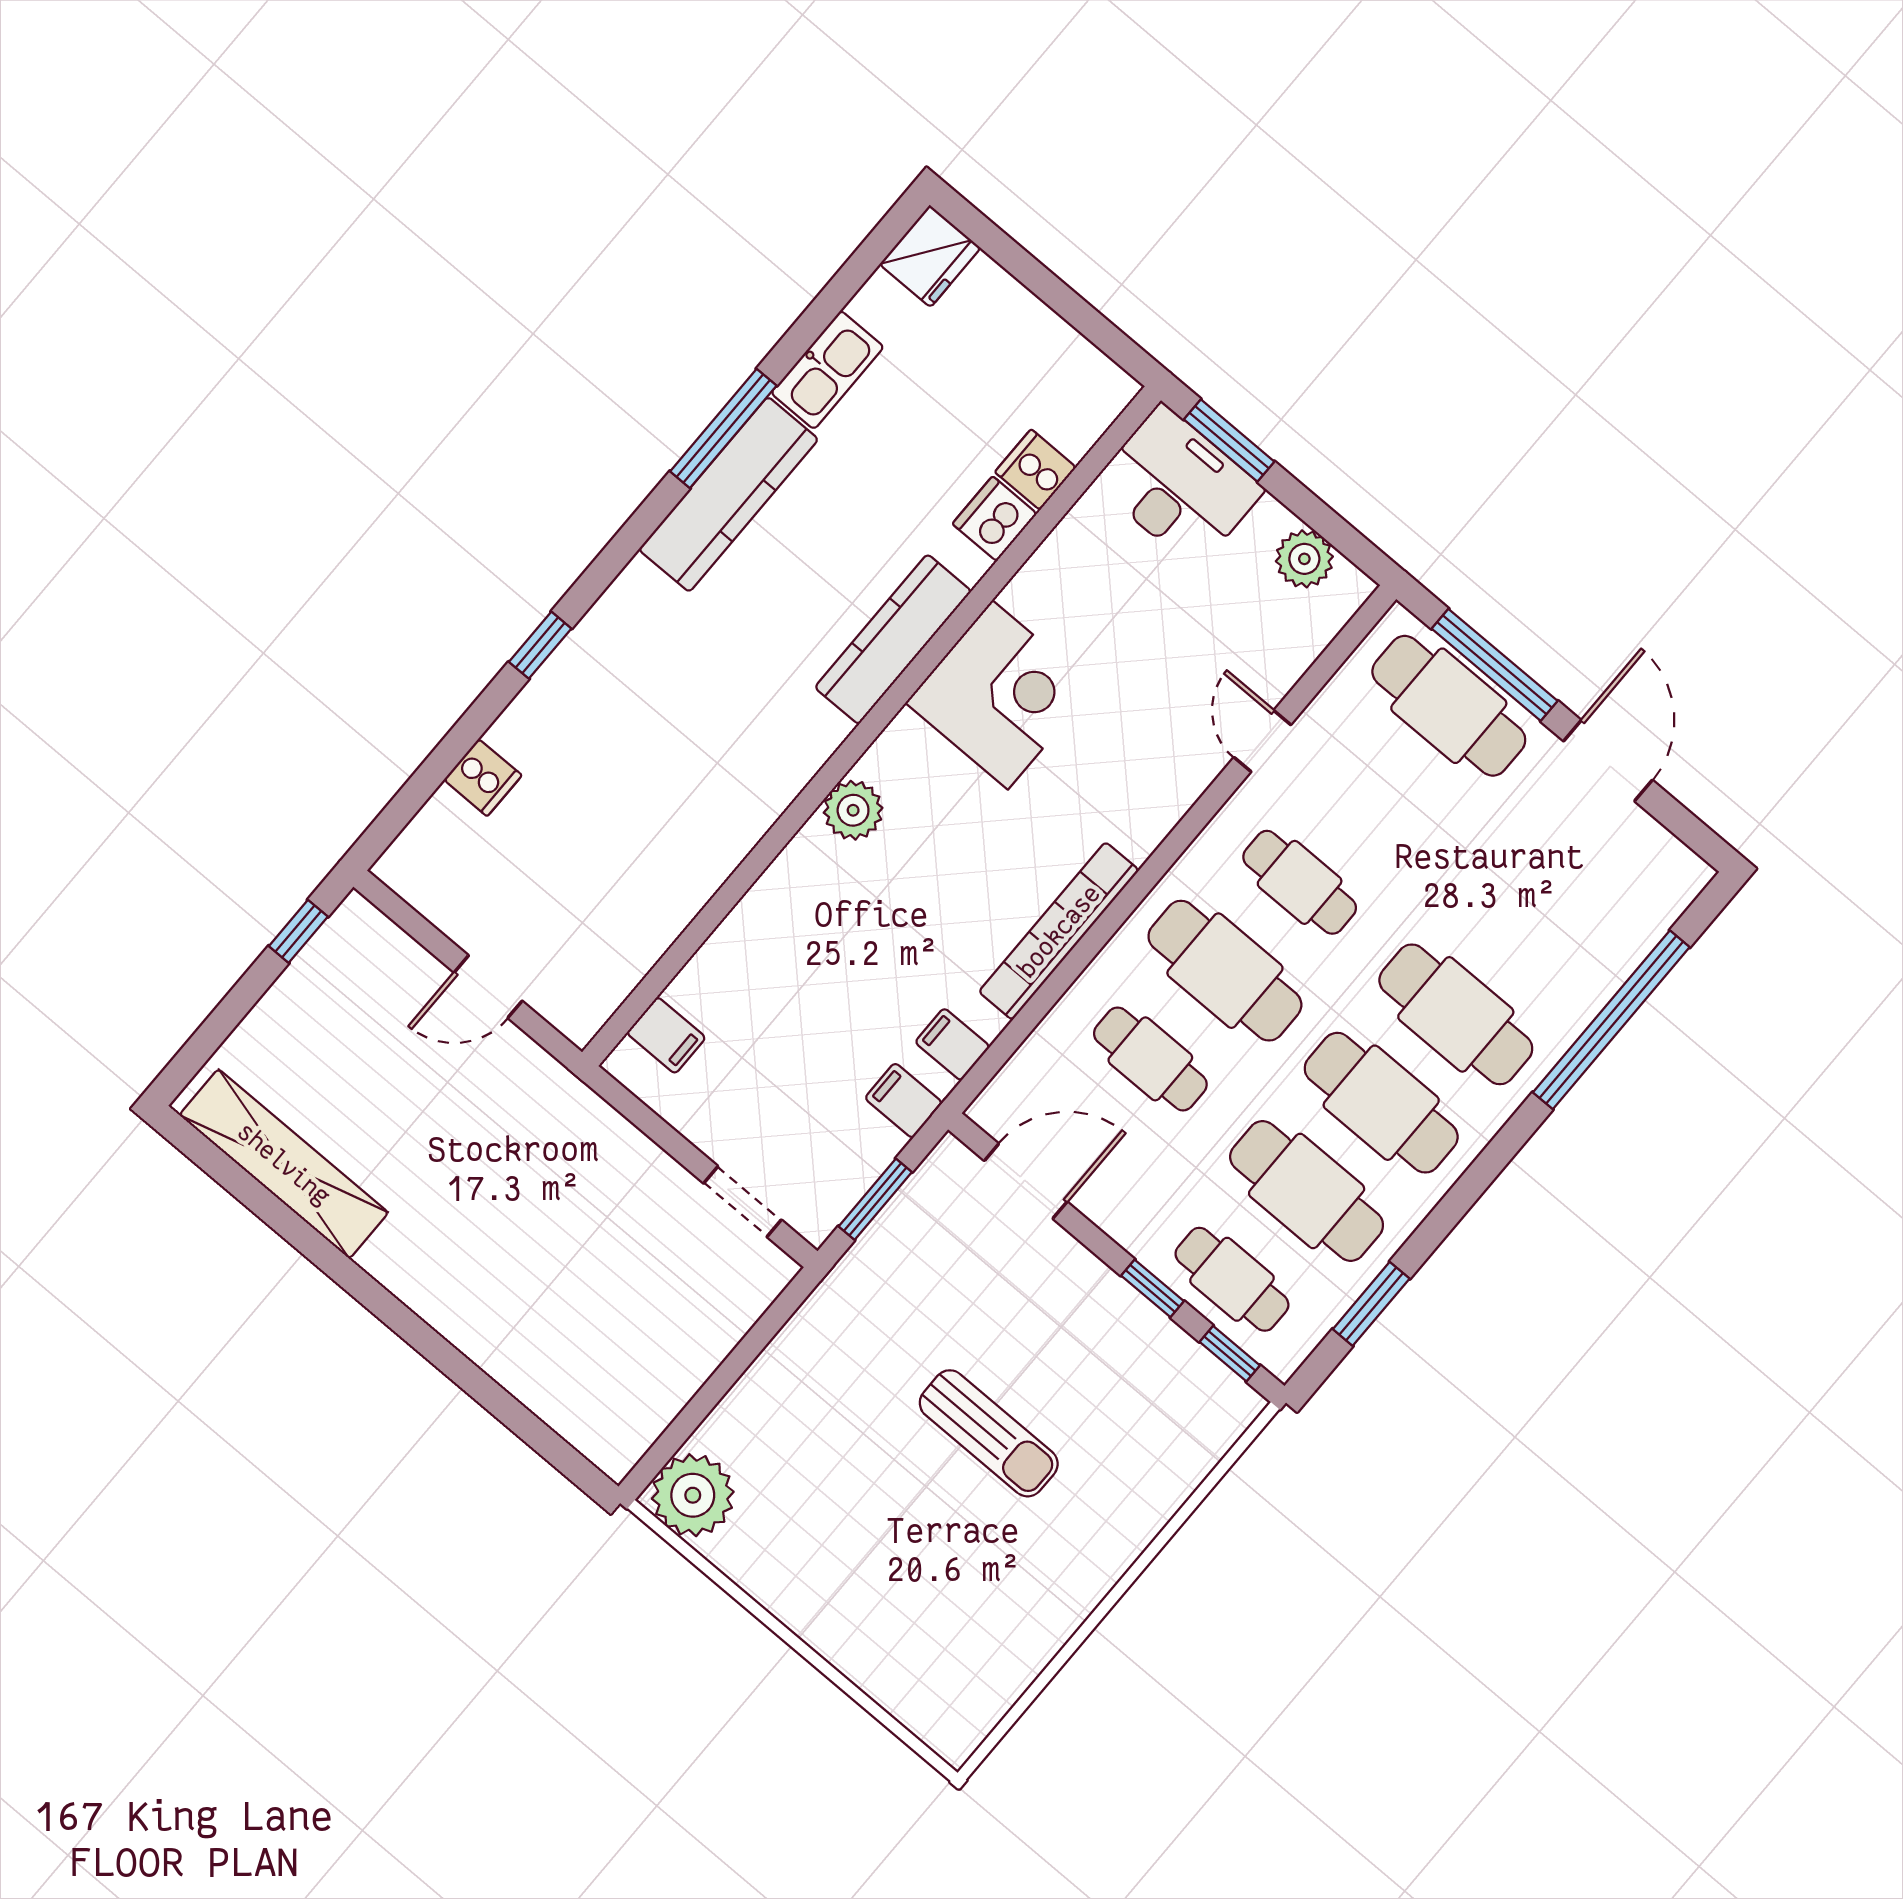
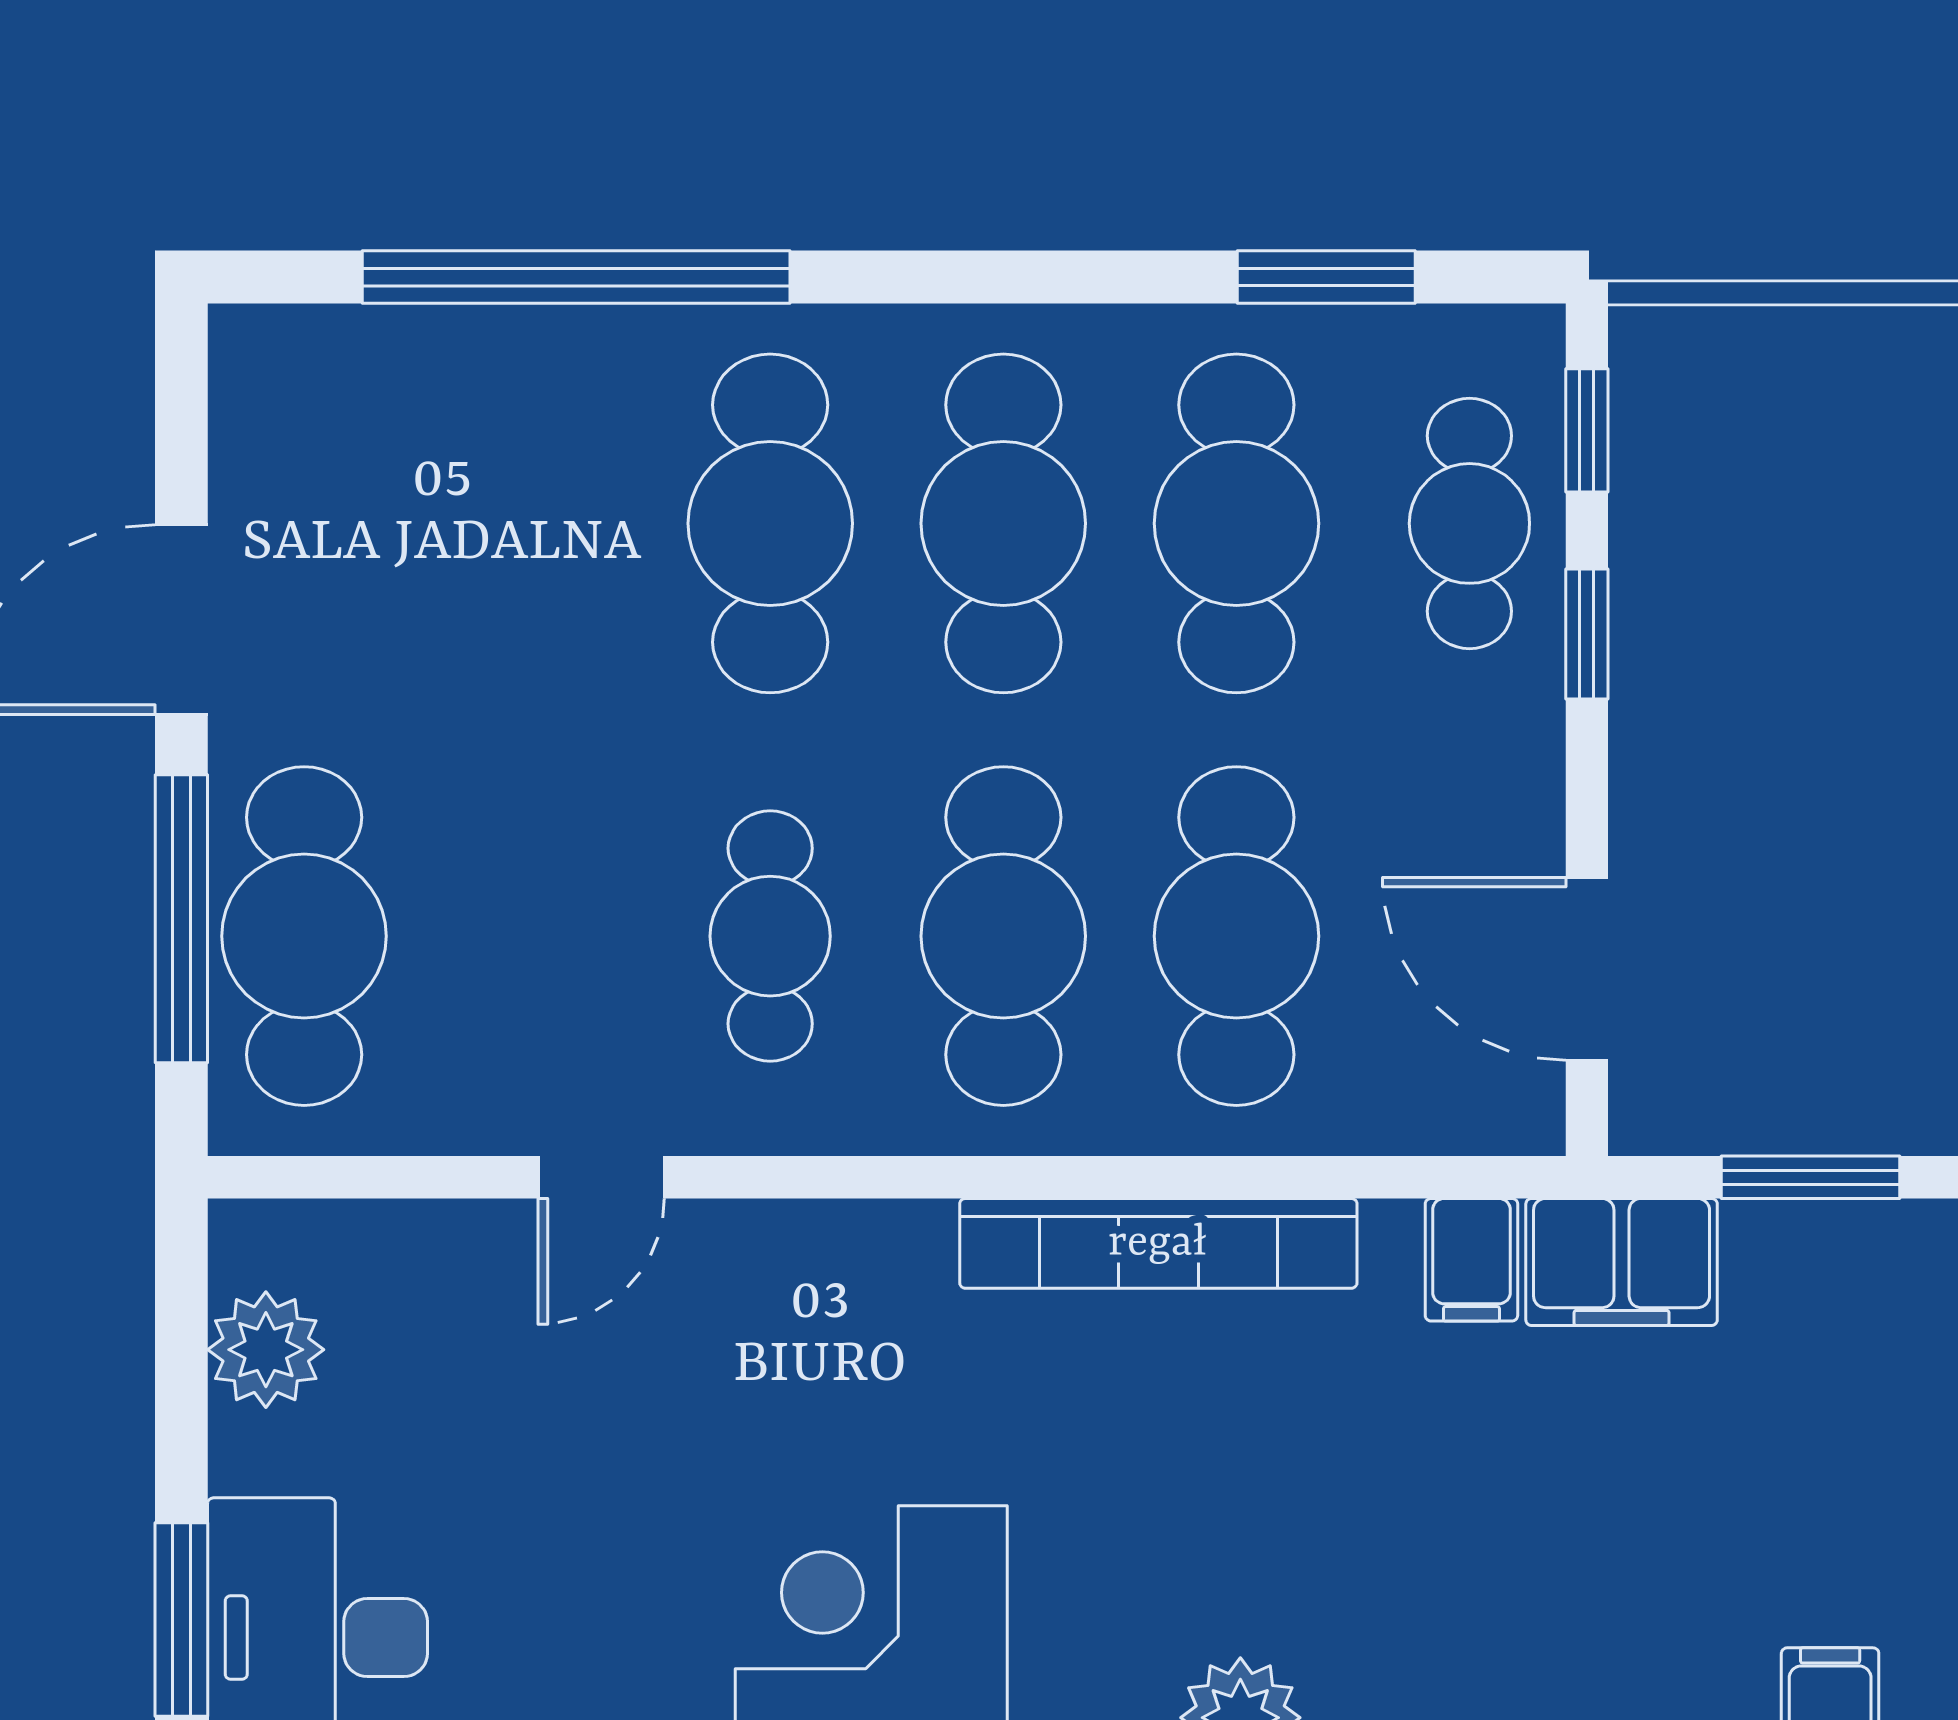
cafe table: (1150, 1059) -> (1236, 936), width x1.37, depth x1.35
filing cabinet: (904, 1100) -> (1622, 1262), width x2.00

